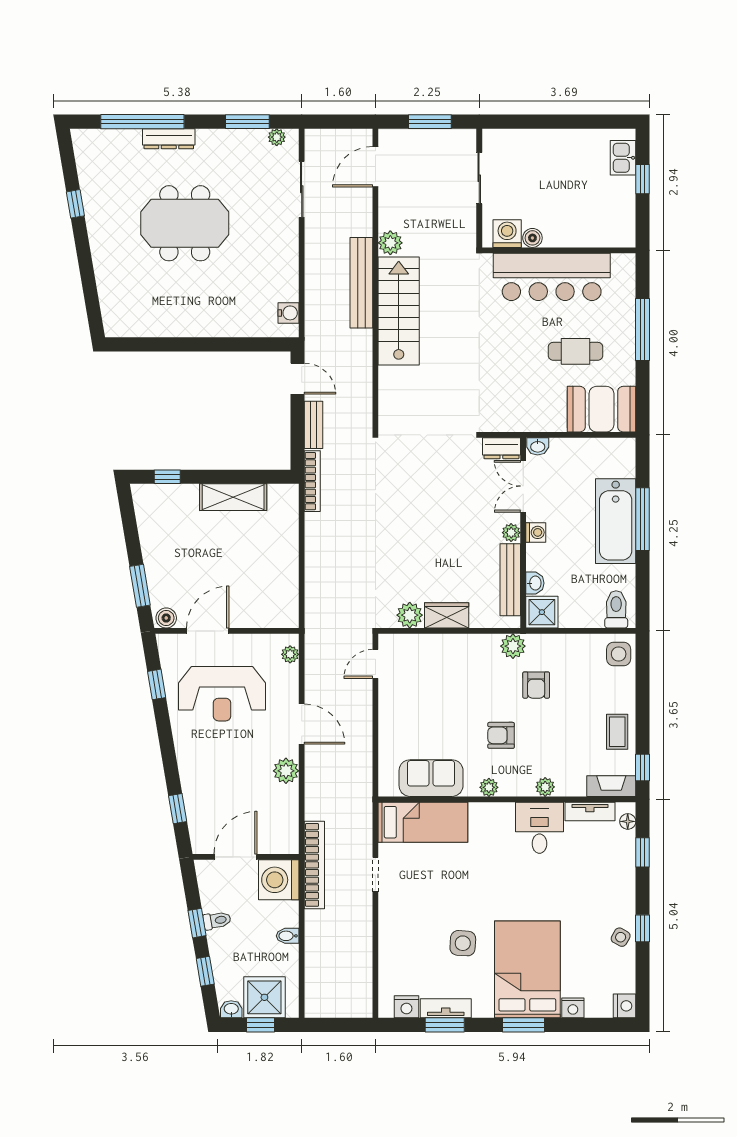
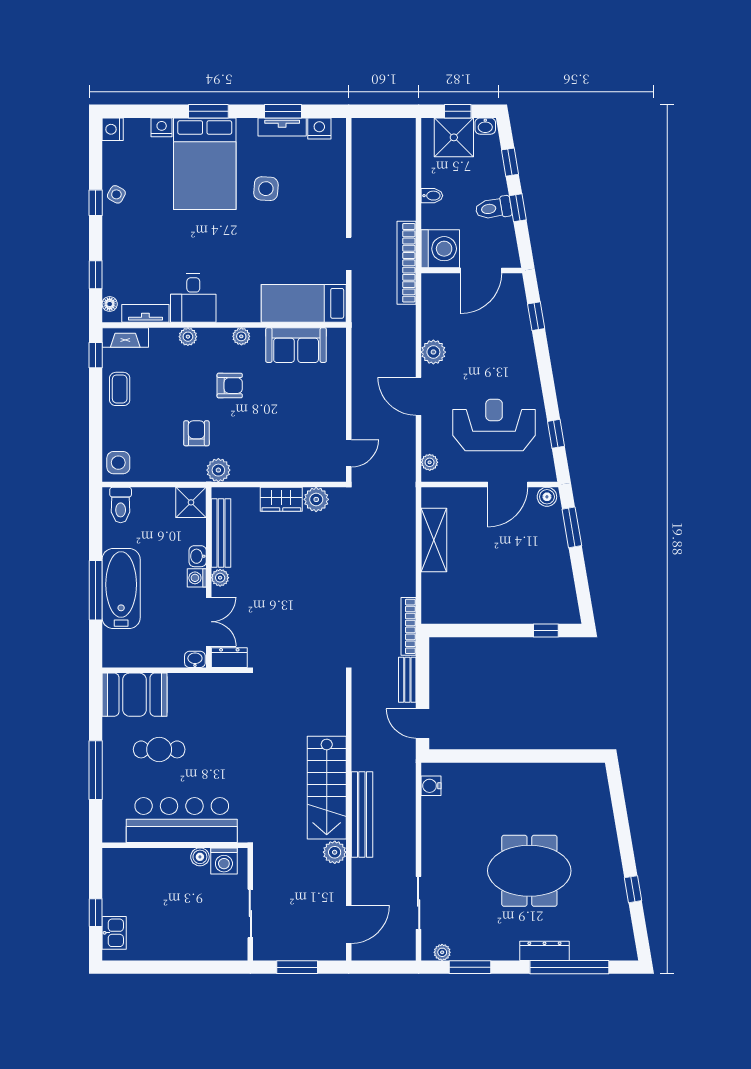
shelving: (233, 497) -> (434, 540), moved, turned 90
washbasin: (535, 583) -> (198, 556), moved
toilet: (217, 920) -> (493, 208), width x1.37, depth x1.39

